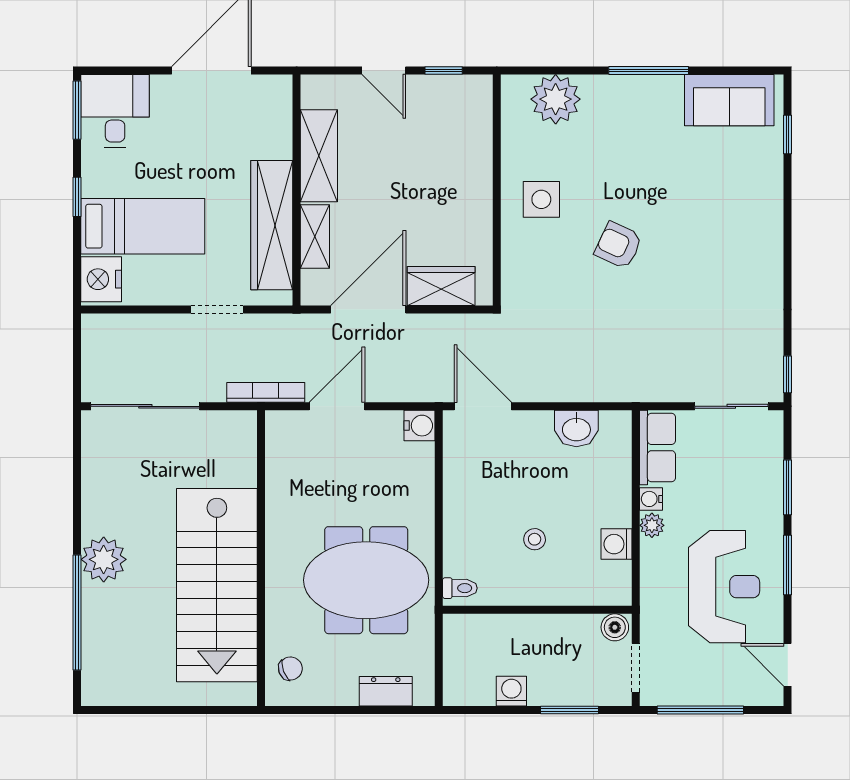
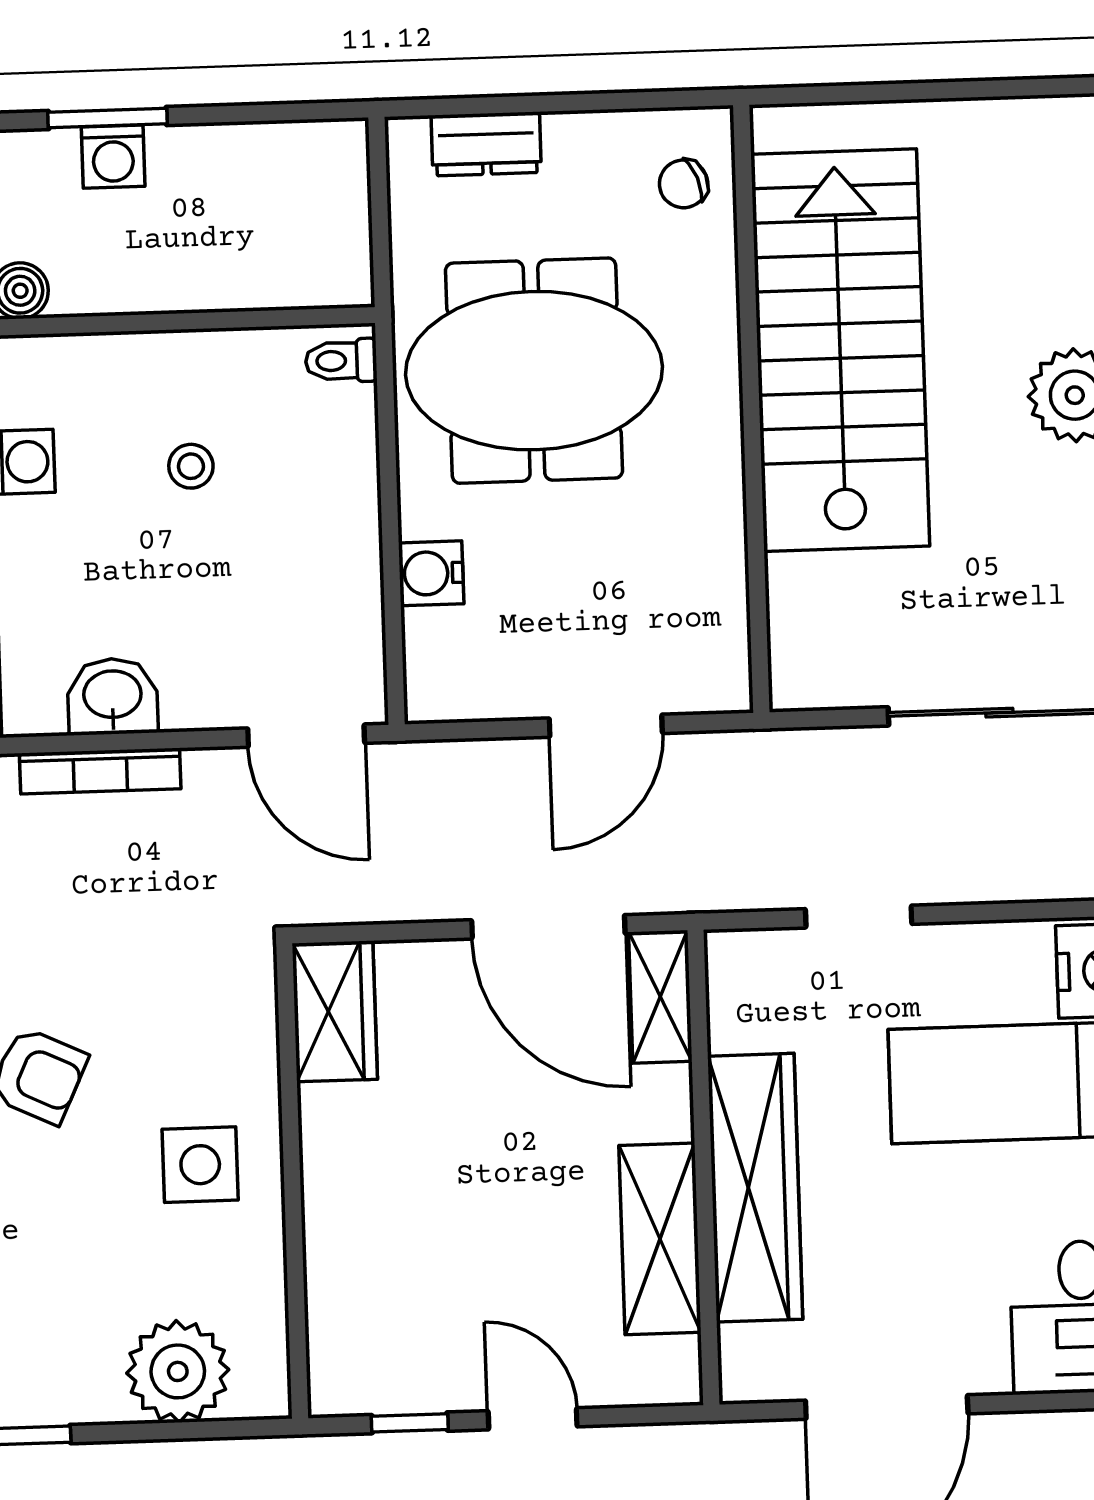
wardrobe: (272, 225) -> (755, 1188), moved
shelving: (315, 237) -> (660, 997), moved
wardrobe: (441, 286) -> (335, 1011), moved, turned -90
door: (368, 309) -> (548, 927), hinge flipped
bookcase: (266, 392) -> (100, 771), moved
water cooler: (419, 426) -> (431, 573), moved
washing machine: (511, 691) -> (113, 157), moved

